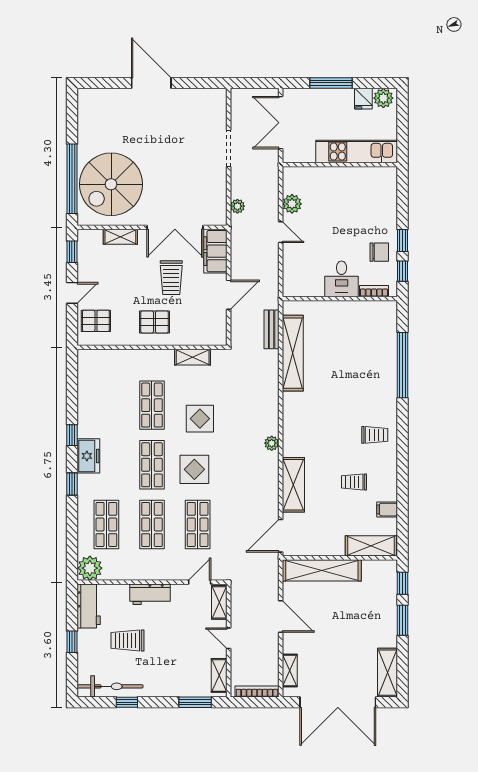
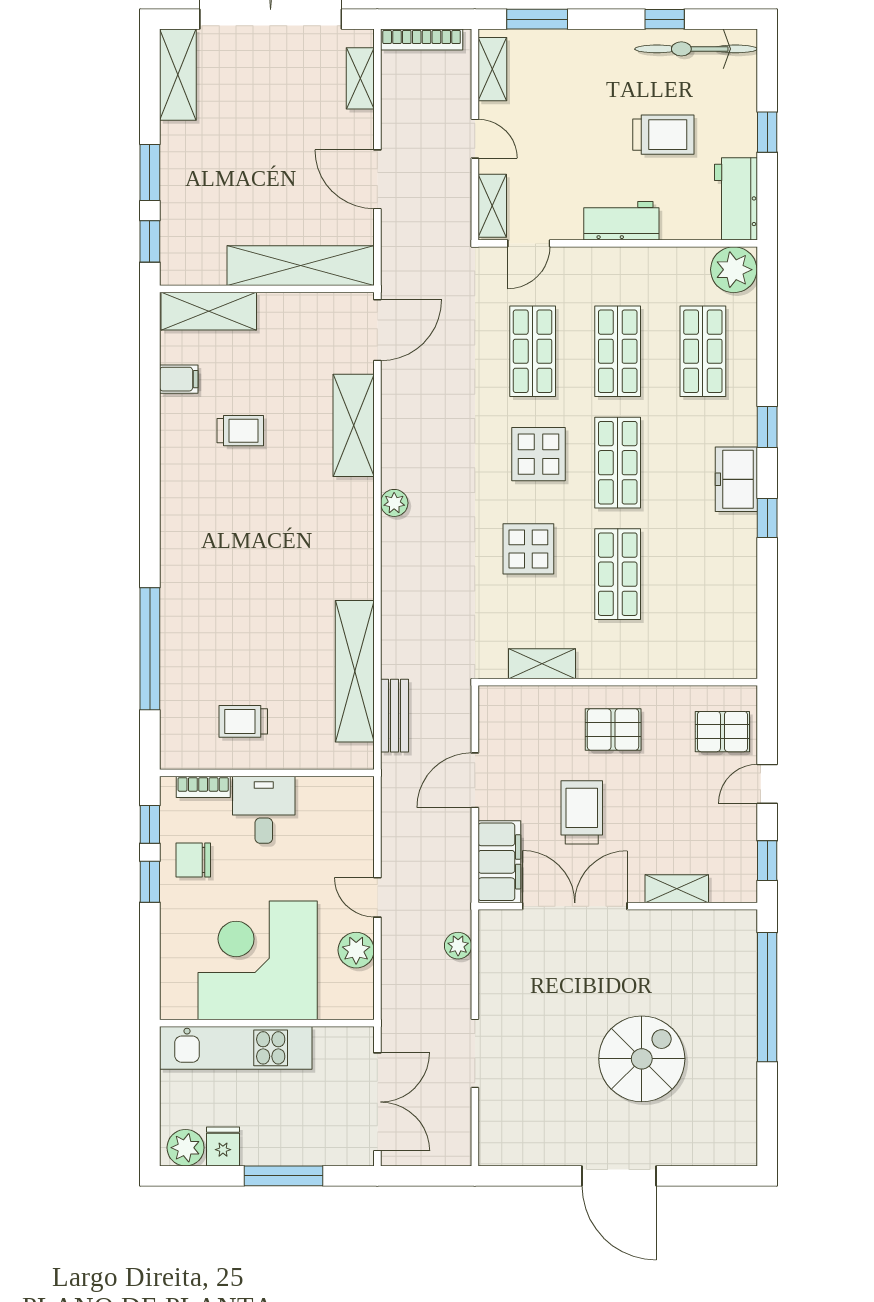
spiral stairs: (111, 184) -> (642, 1059), moved, width x0.73, depth x0.73
corner desk: (345, 198) -> (258, 960), added
trolley: (375, 435) -> (243, 721), moved

